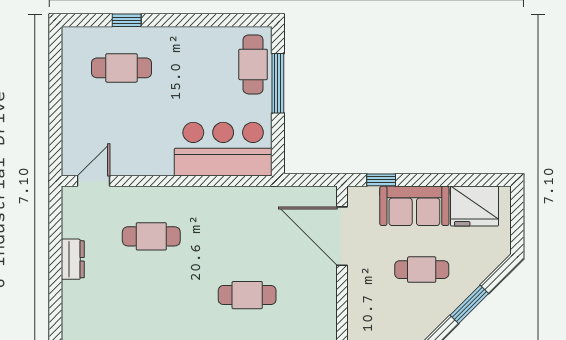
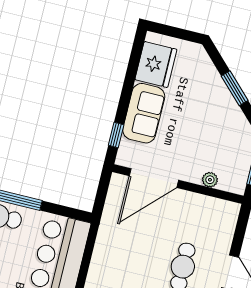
cafe table: (422, 270) -> (197, 120), removed
plant: (356, 302) -> (210, 180), added

